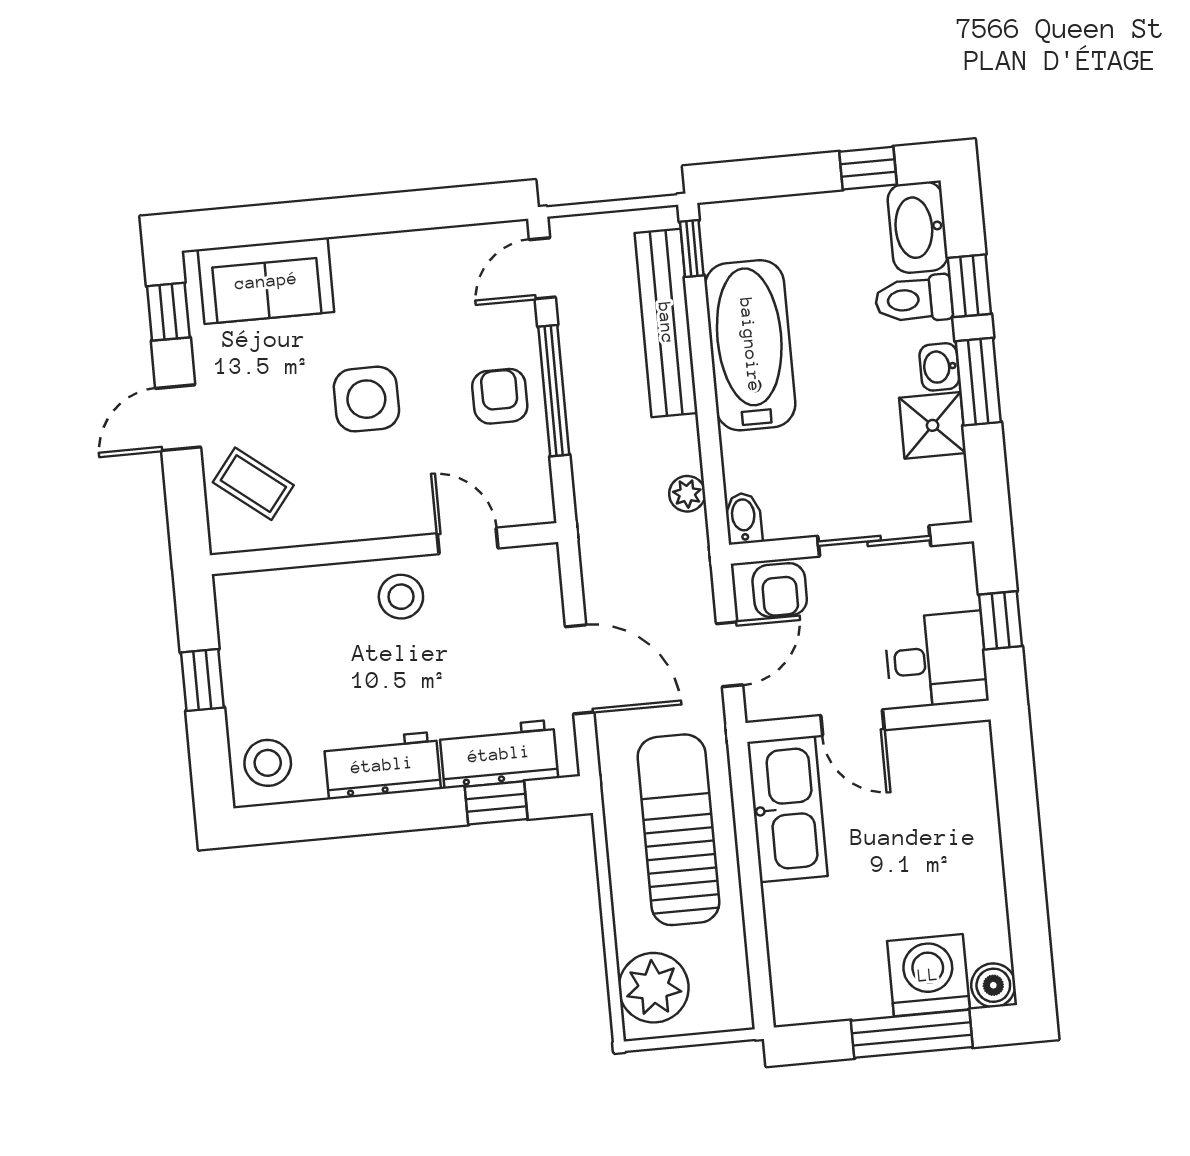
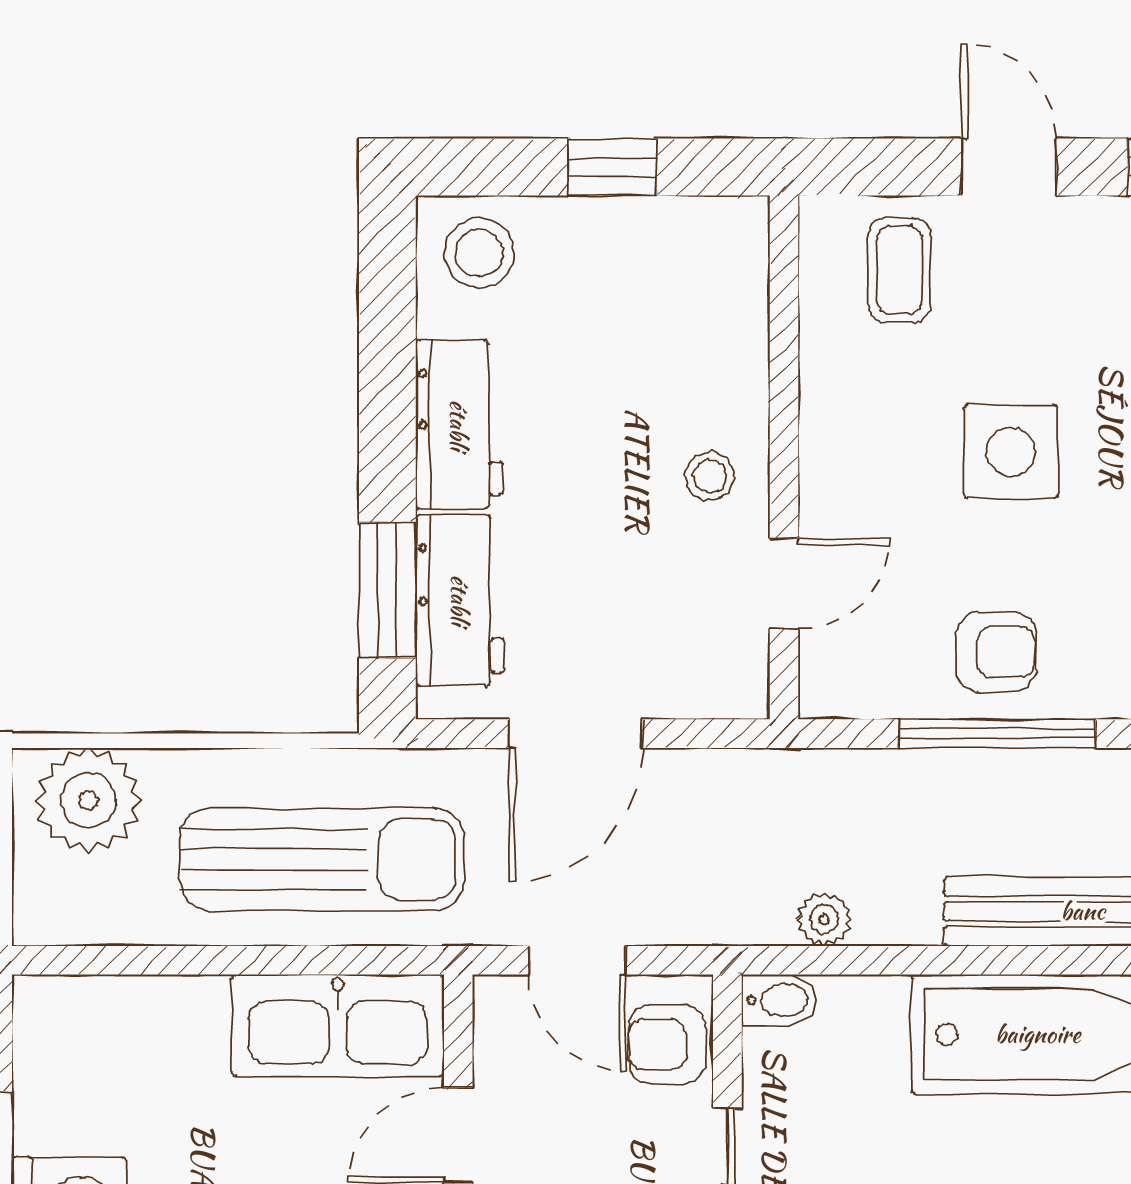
coffee table: (253, 484) -> (899, 270), turned -38
stool: (401, 597) -> (710, 476), width x0.73, depth x0.73
window: (496, 803) -> (387, 590), width x1.50

